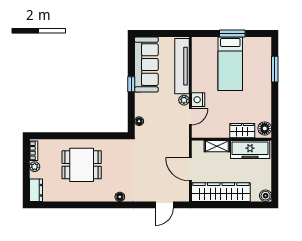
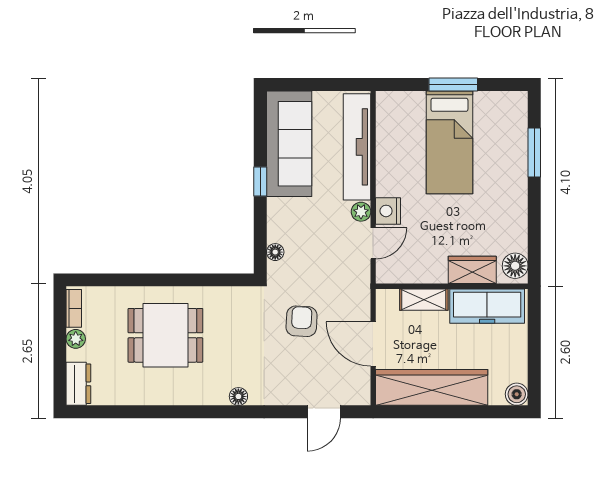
armchair: (153, 157) -> (302, 321), added

